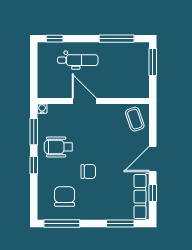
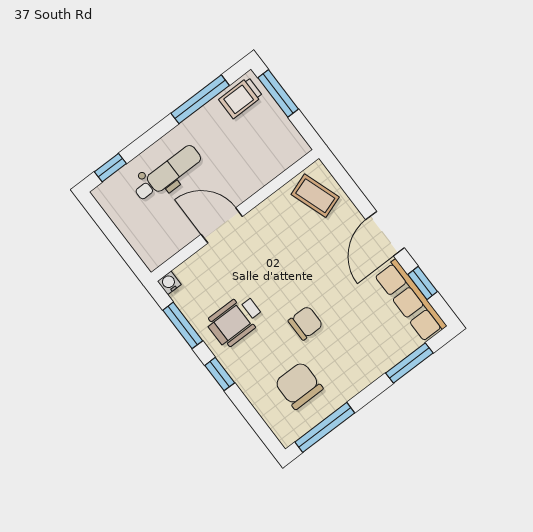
trolley: (135, 51) -> (241, 98), added

